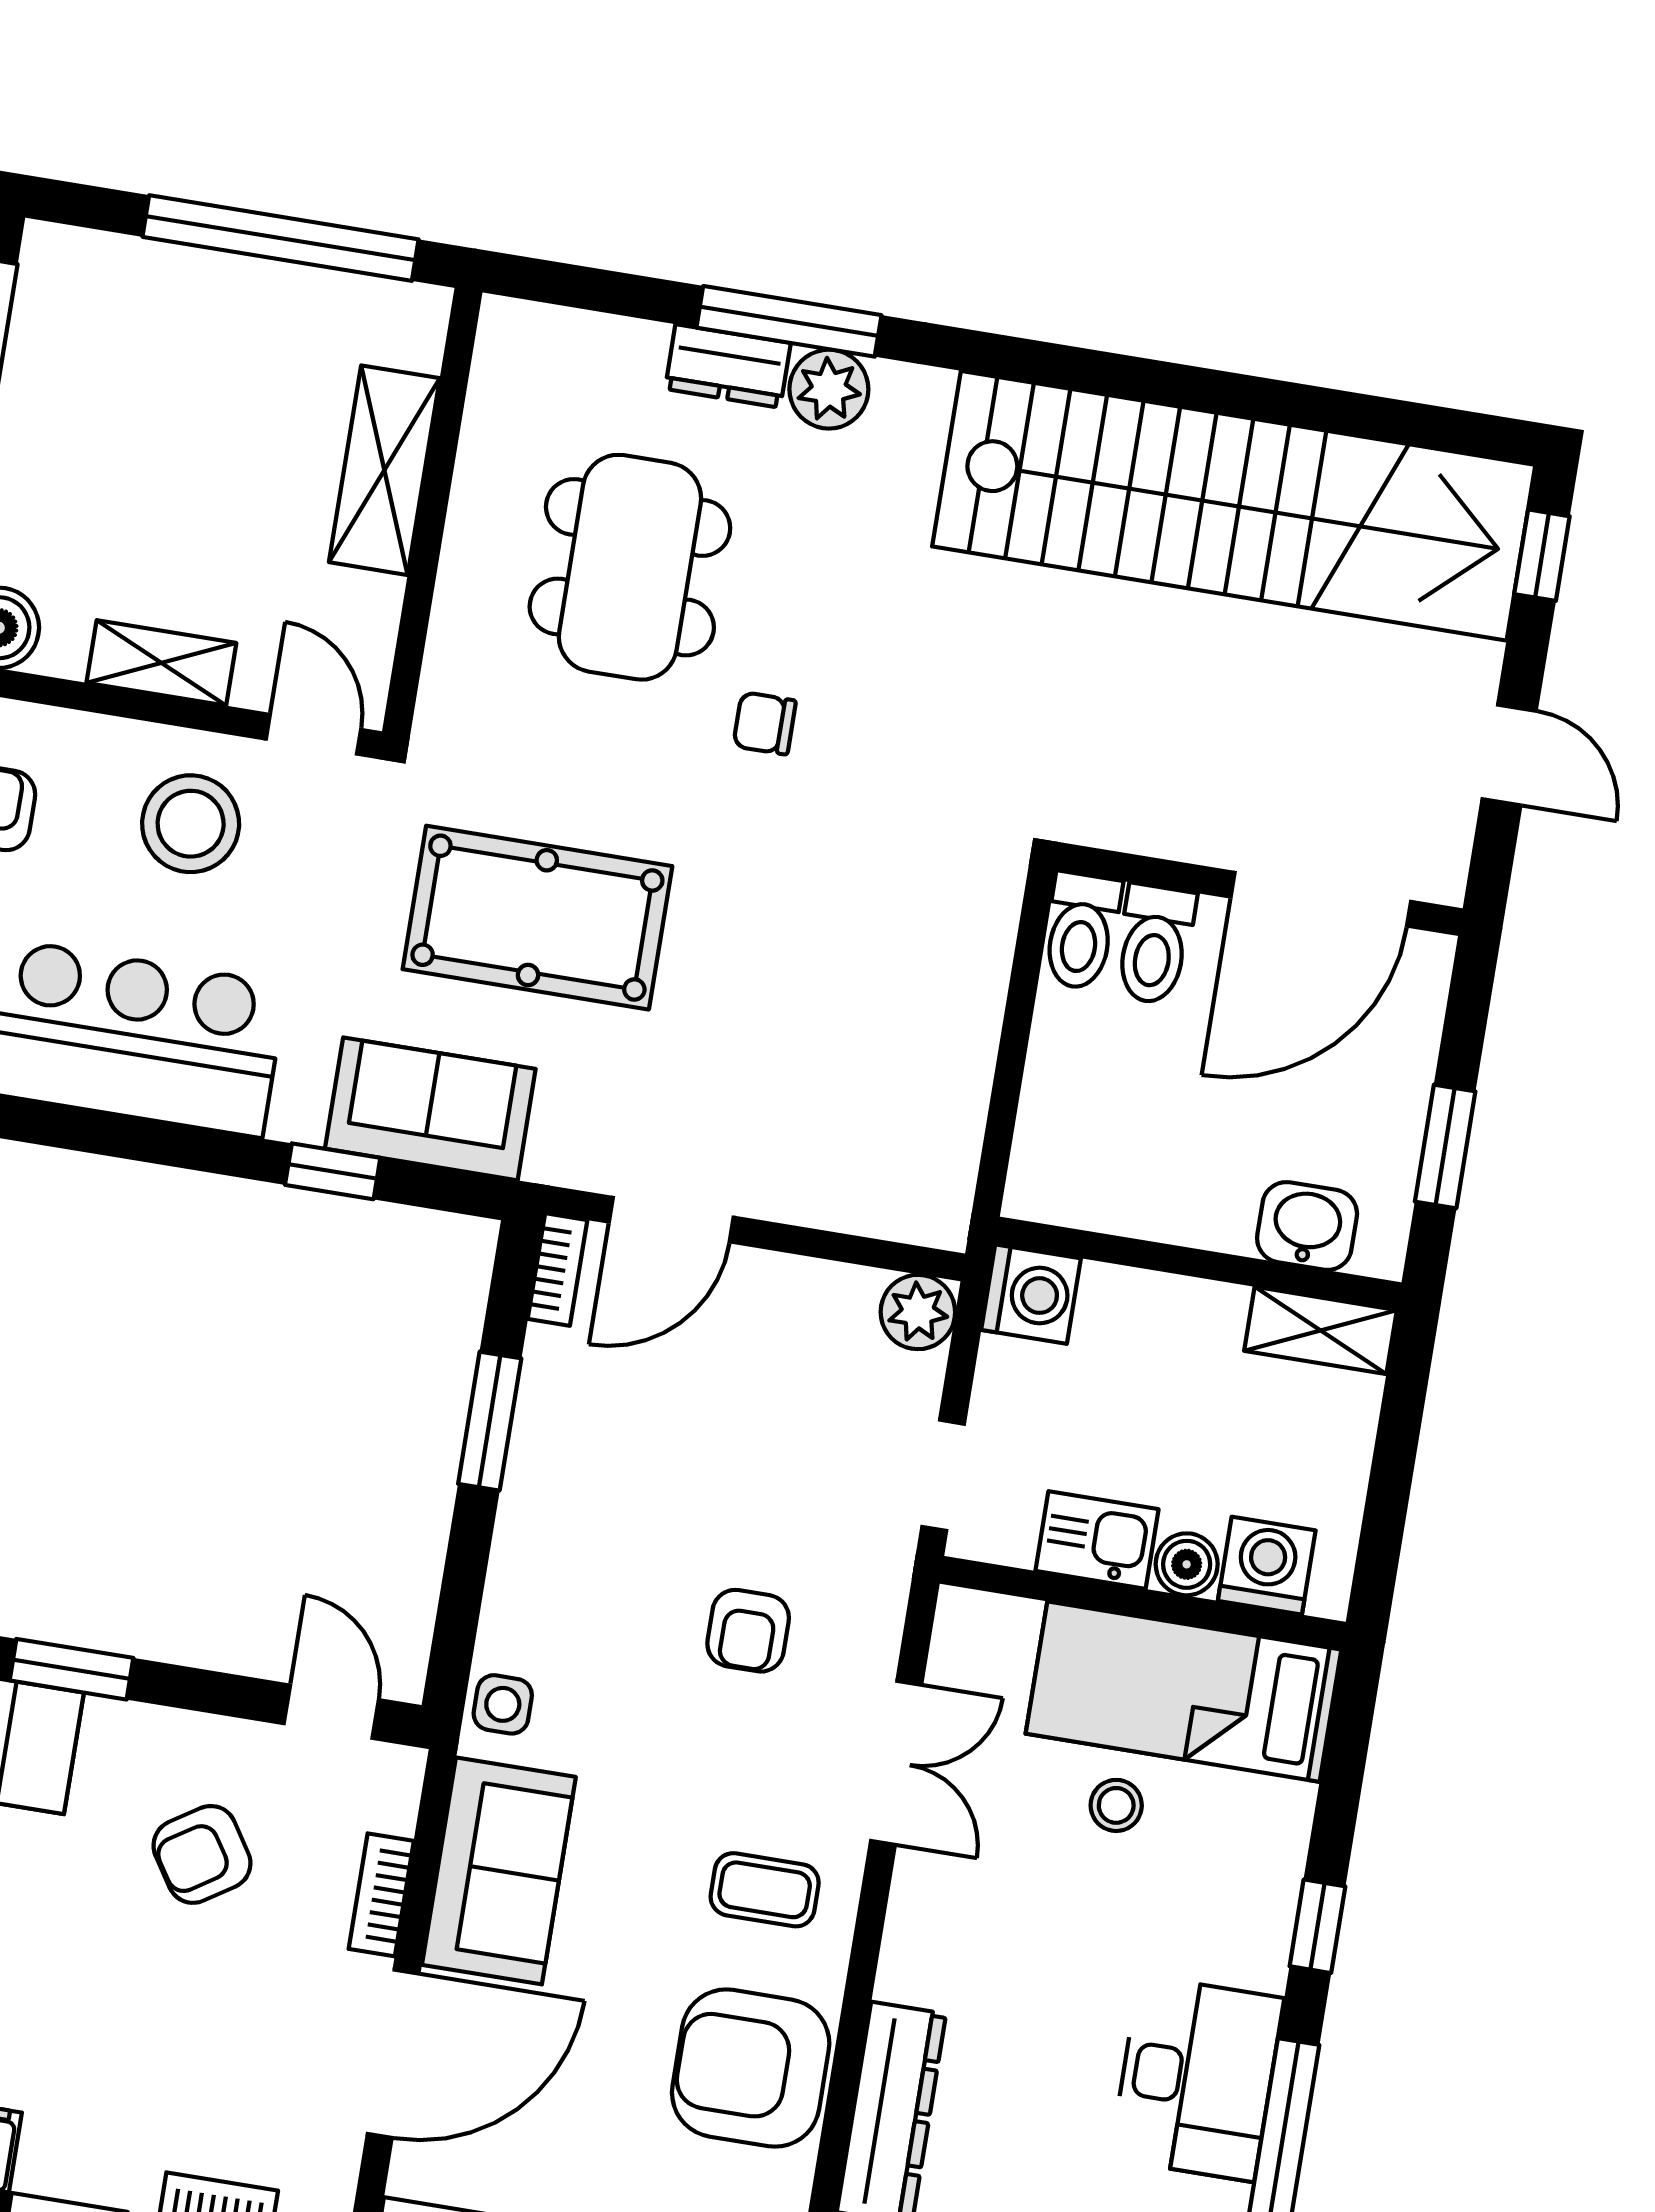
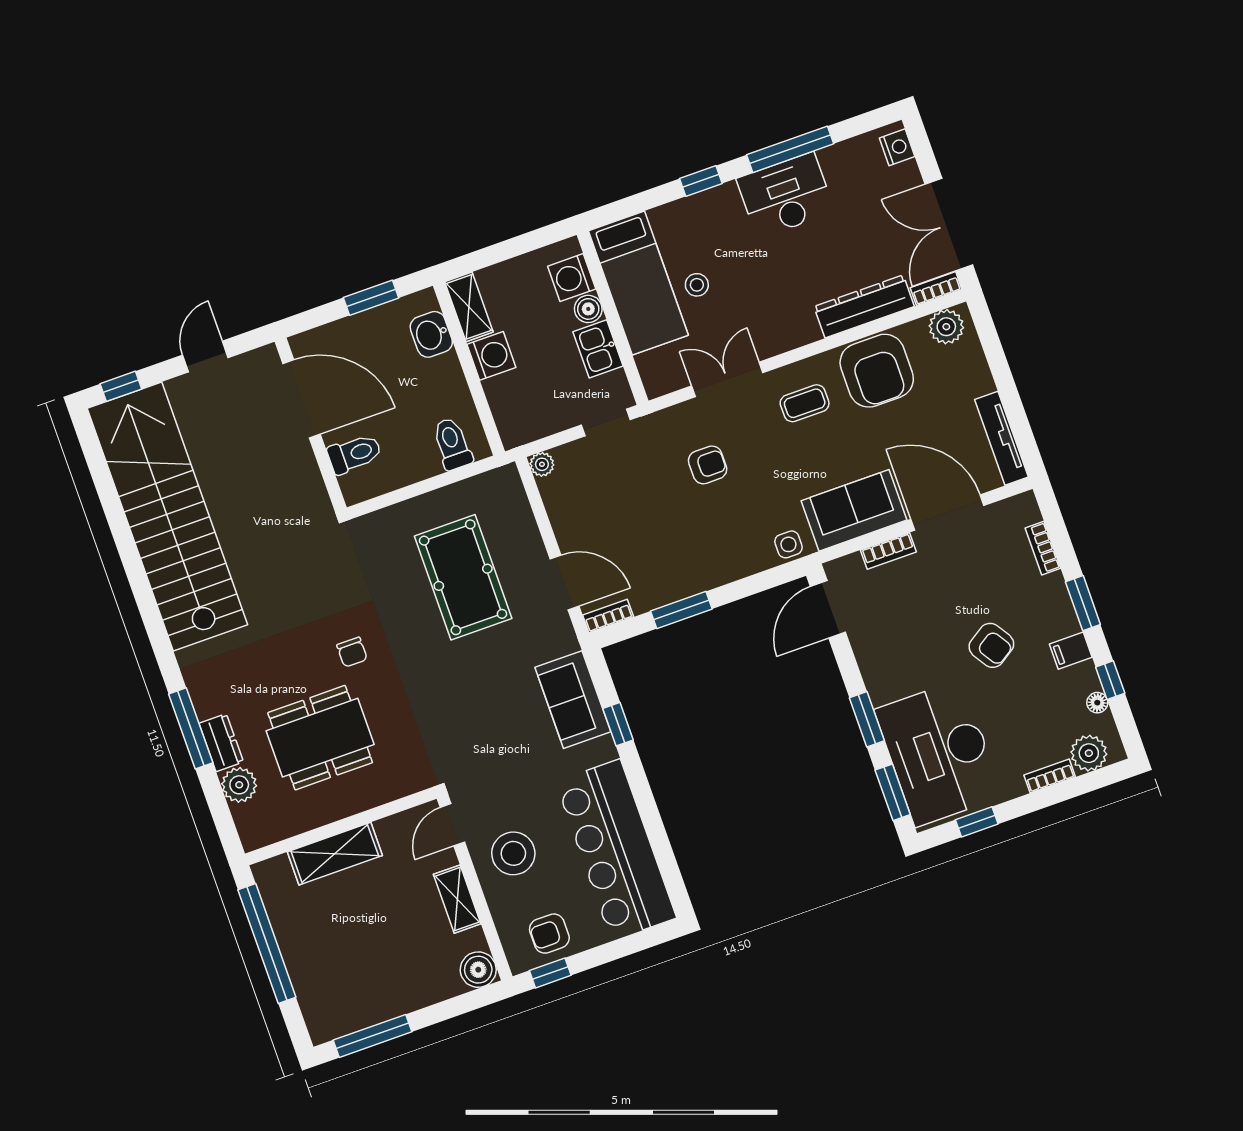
plant: (829, 389) -> (239, 785), moved
pool table: (537, 918) -> (463, 577), moved
toilet: (1081, 931) -> (452, 444), moved, turned -90
washing machine: (1031, 1294) -> (491, 356), moved, turned 90
plant: (918, 1312) -> (542, 464), width x0.73, depth x0.73
door: (331, 1712) -> (828, 609), width x1.38
armchair: (202, 1854) -> (991, 645), moved
coffee table: (765, 1890) -> (805, 403), turned 90

